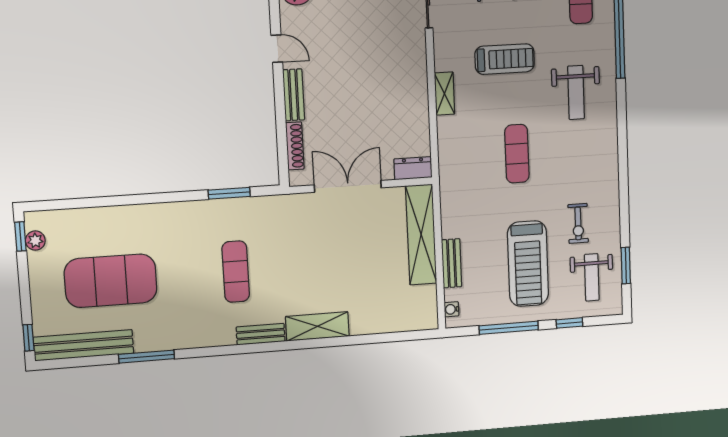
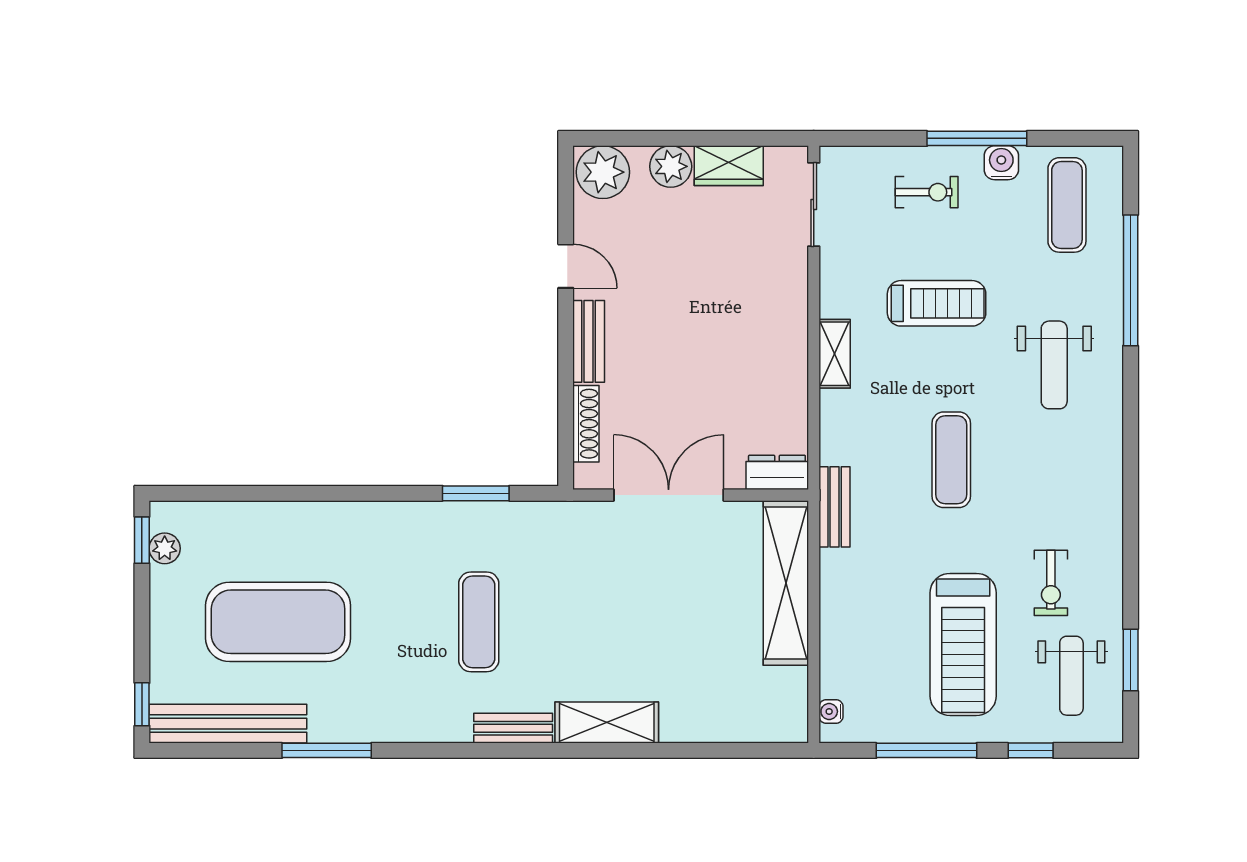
bench: (452, 263) -> (835, 507), moved

